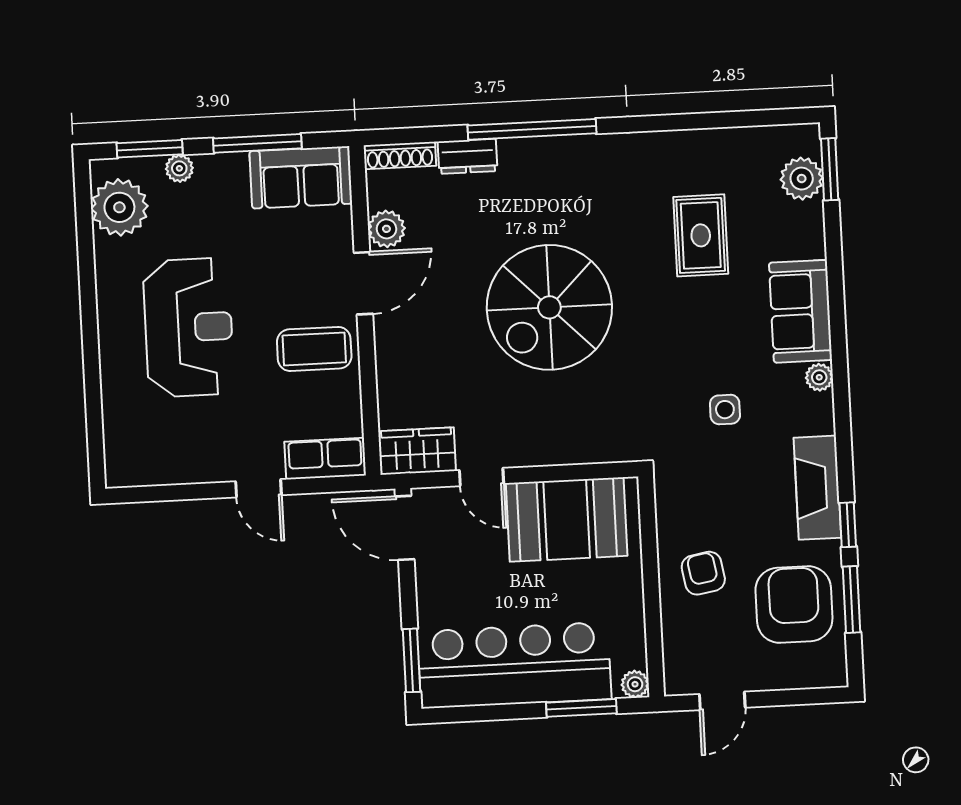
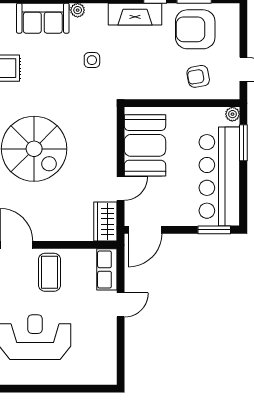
armchair: (703, 573) -> (198, 76), moved

